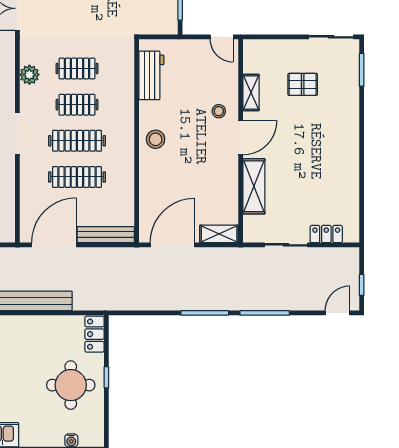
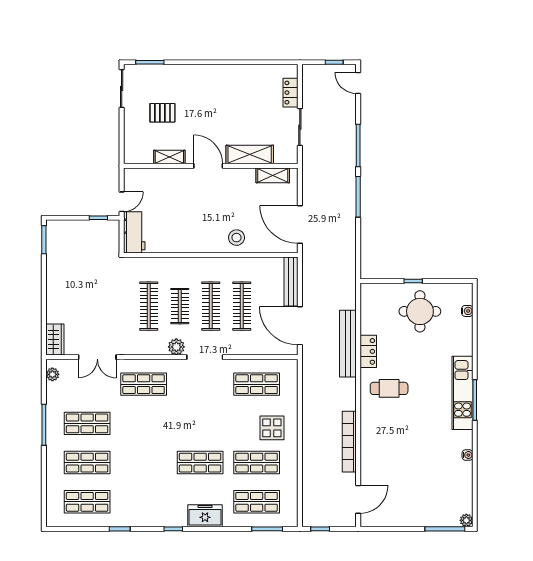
door: (222, 37) -> (122, 202), moved
clothes rail: (77, 69) -> (149, 306), width x1.36
plant: (29, 75) -> (176, 347), moved
workbench: (151, 75) -> (134, 232), moved, turned 90
pallet: (303, 84) -> (162, 113), turned 90
stool: (219, 111) -> (185, 185), removed
stool: (156, 139) -> (237, 238), moved
shelving: (219, 234) -> (273, 175), moved, turned 90
locker: (94, 334) -> (368, 351), moved, turned -90

